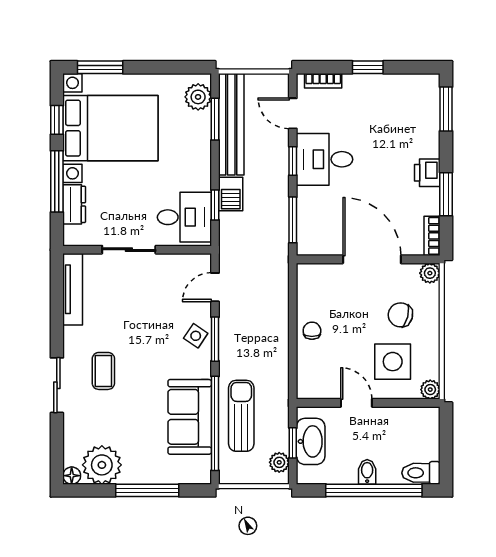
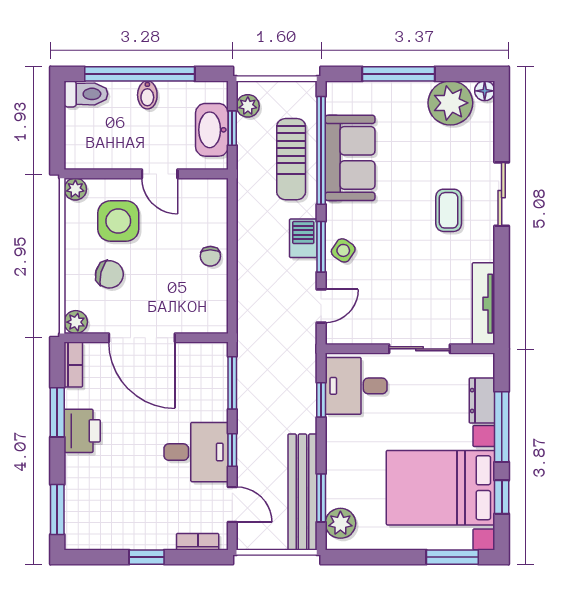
printer: (427, 173) -> (82, 431), width x1.36, depth x1.24
barbecue: (231, 194) -> (303, 238), moved

